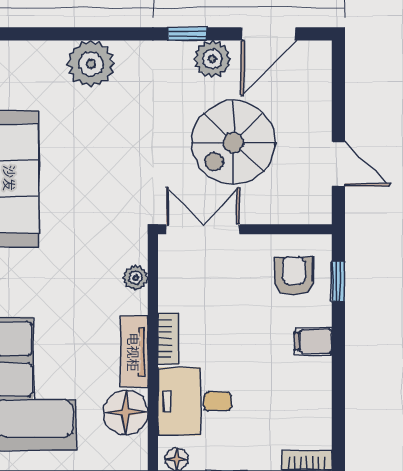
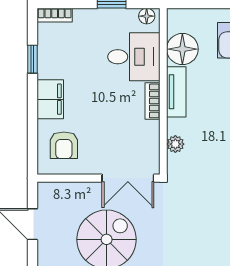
window: (338, 281) -> (32, 59), moved
filing cabinet: (313, 341) -> (50, 99), width x2.00

